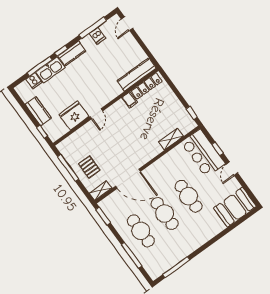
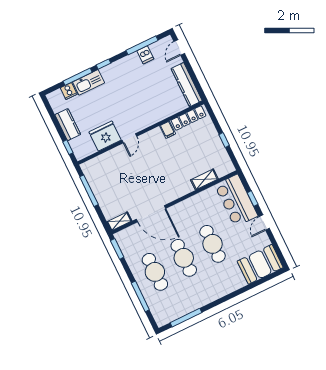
kitchen counter: (72, 54) -> (114, 69), removed
kitchen counter: (137, 74) -> (187, 85), moved, turned -90
window: (192, 113) -> (224, 140), moved
pallet: (89, 167) -> (112, 194), removed

